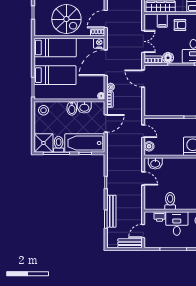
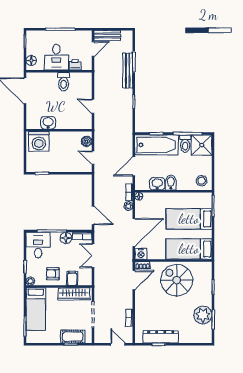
washbasin: (155, 163) -> (48, 123), moved

